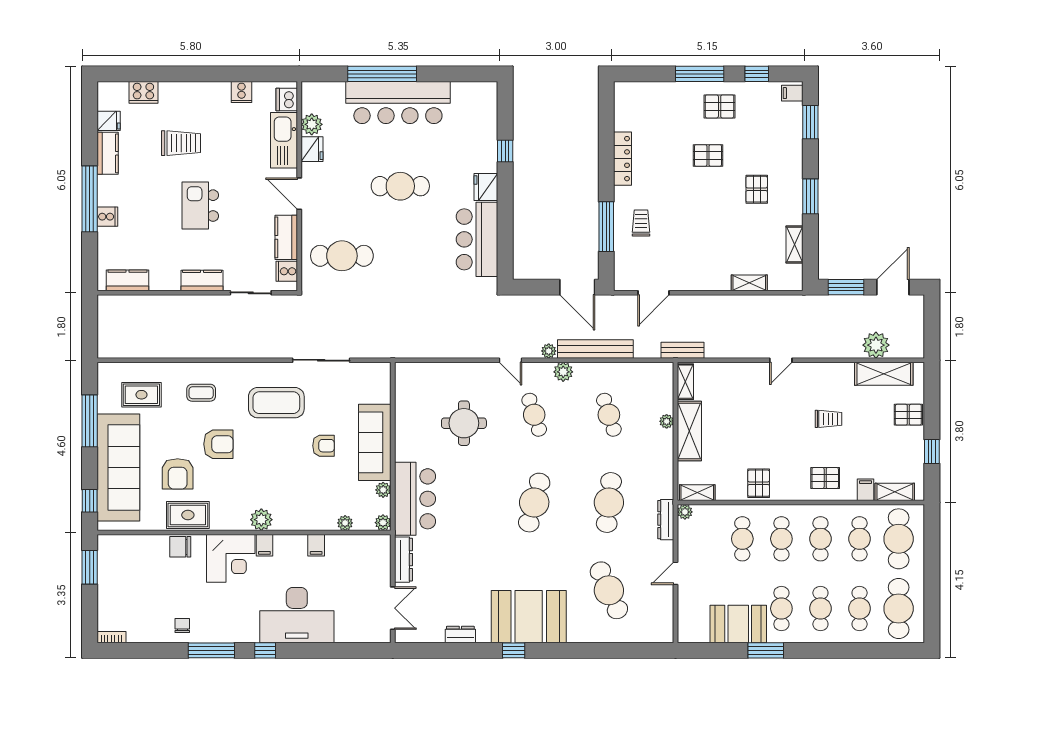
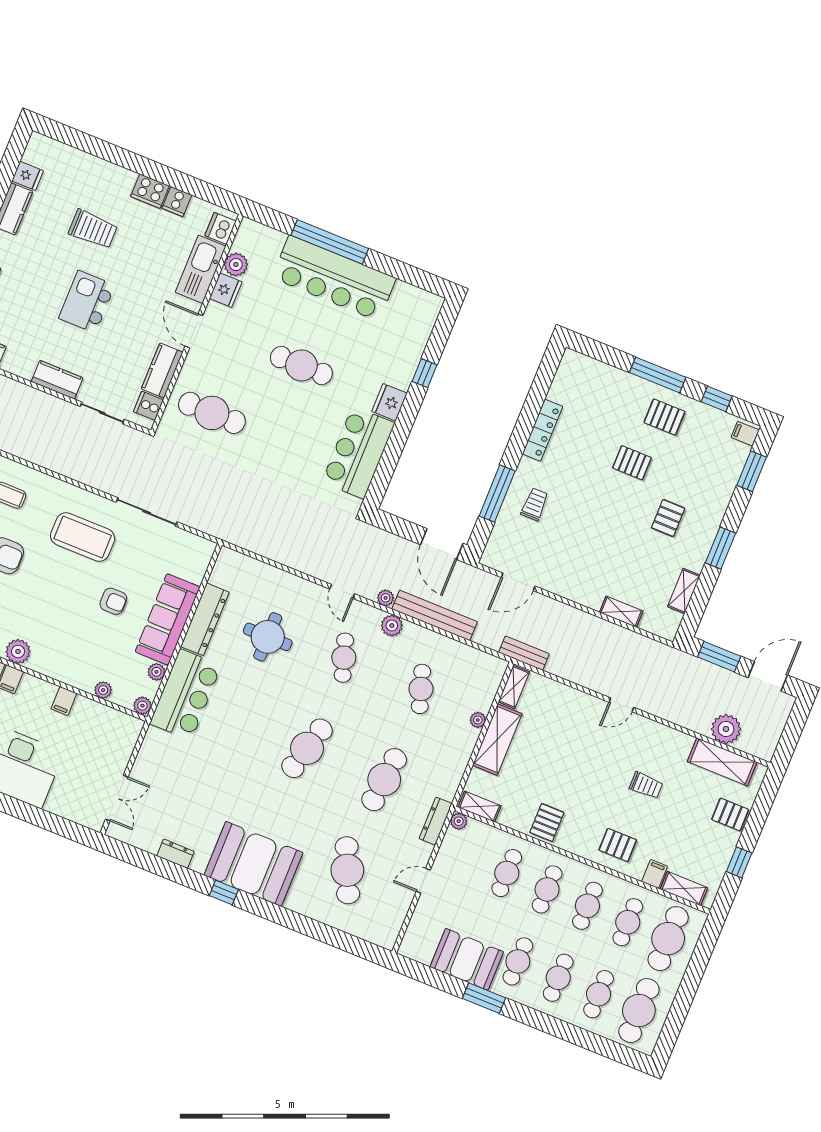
cooker: (143, 92) -> (150, 191), moved
dresser: (404, 560) -> (205, 619), moved, width x1.37, depth x1.24

